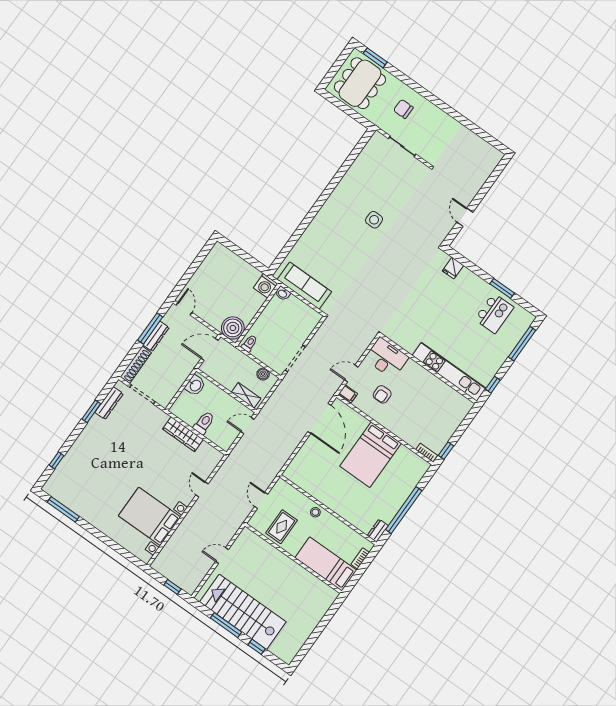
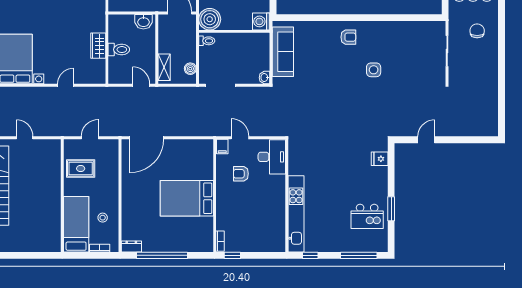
armchair: (331, 222) -> (348, 37), added
washbasin: (283, 293) -> (265, 78), moved
door: (319, 418) -> (147, 138), moved
wardrobe: (183, 434) -> (98, 46), width x0.67
stool: (315, 512) -> (103, 218), moved

